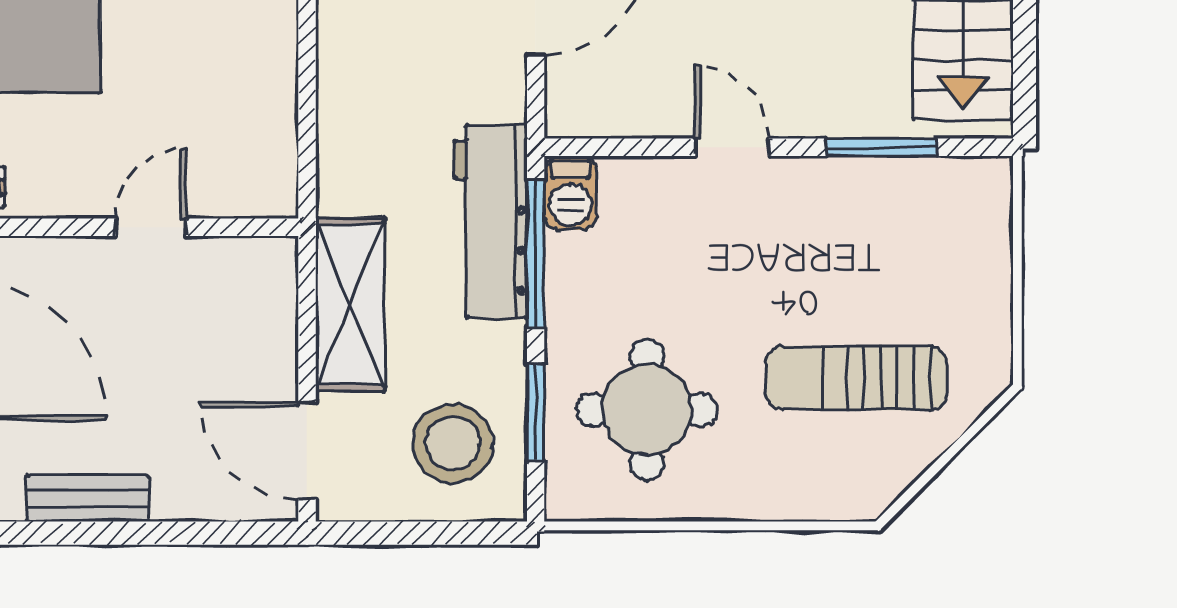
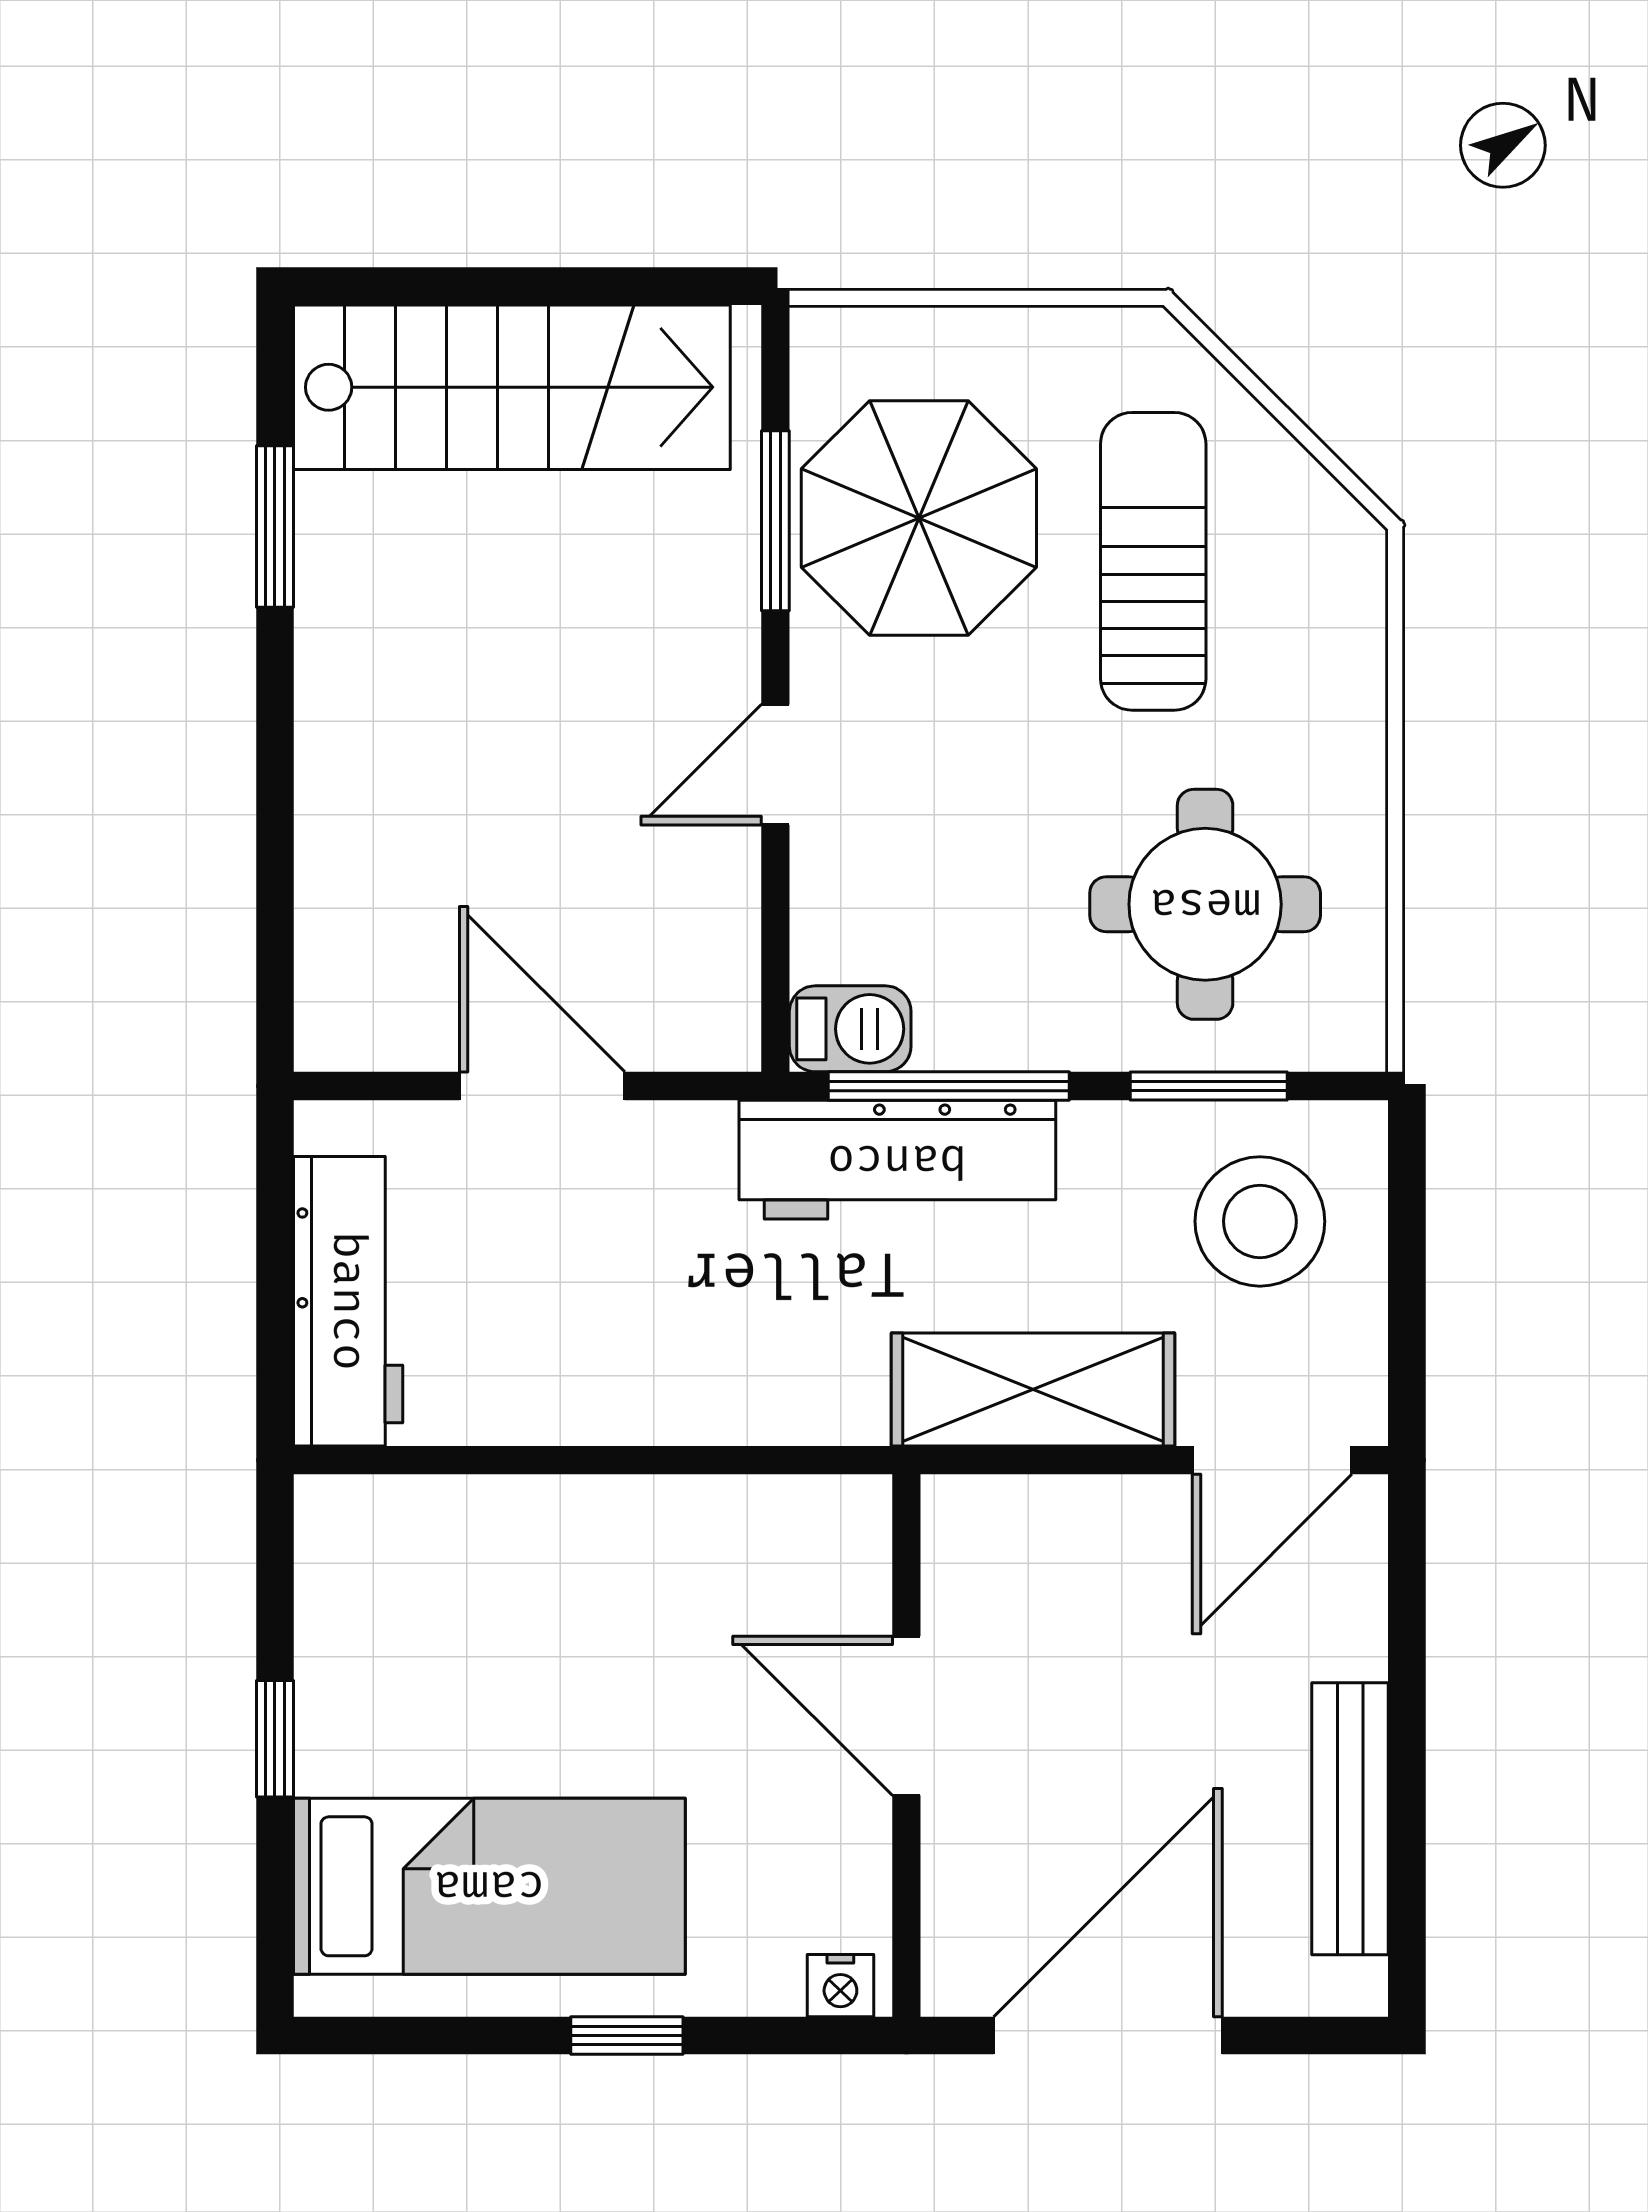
door: (151, 227) -> (906, 1716), width x1.37
parasol: (883, 235) -> (919, 518), added
sun lounger: (856, 378) -> (1153, 561), turned 180
bench: (88, 498) -> (1350, 1819), width x1.36

